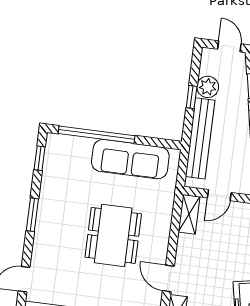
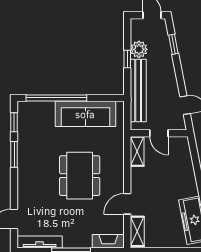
door: (219, 195) -> (159, 133), hinge flipped
window: (32, 215) -> (14, 154), moved
door: (168, 278) -> (127, 204), hinge flipped

